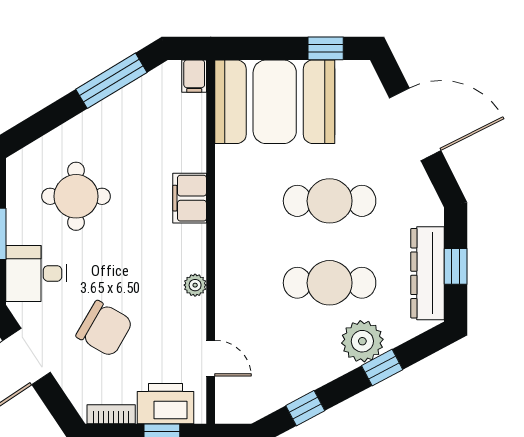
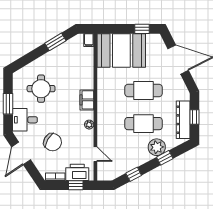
window: (111, 81) -> (55, 42), width x0.69
filing cabinet: (190, 198) -> (87, 100), moved

